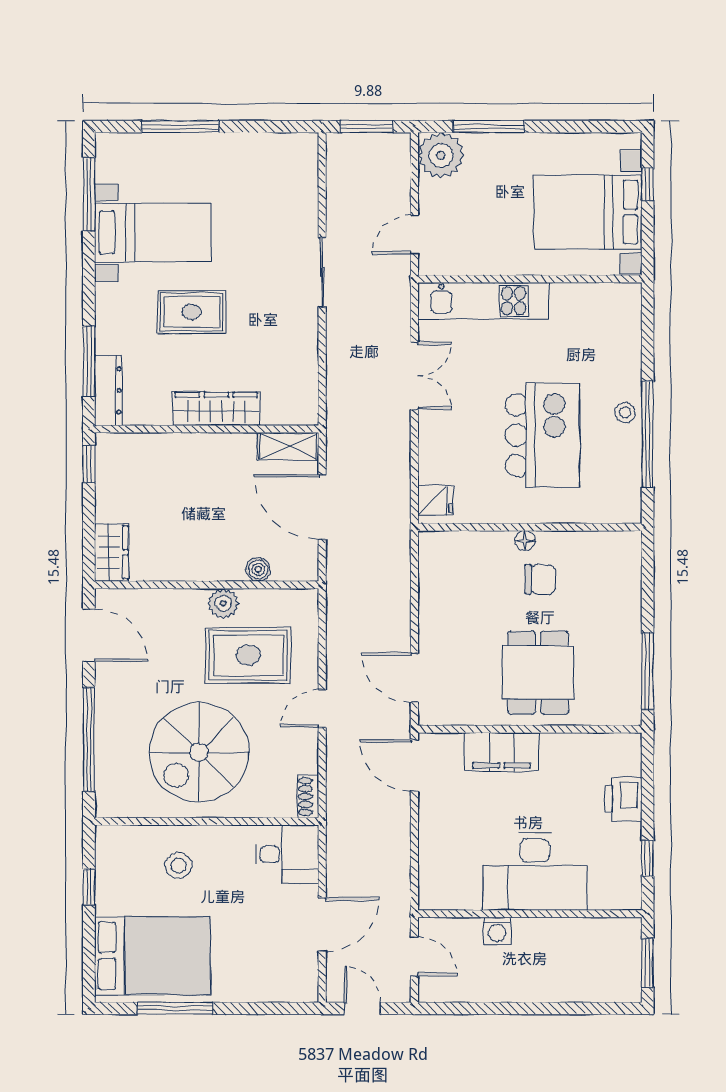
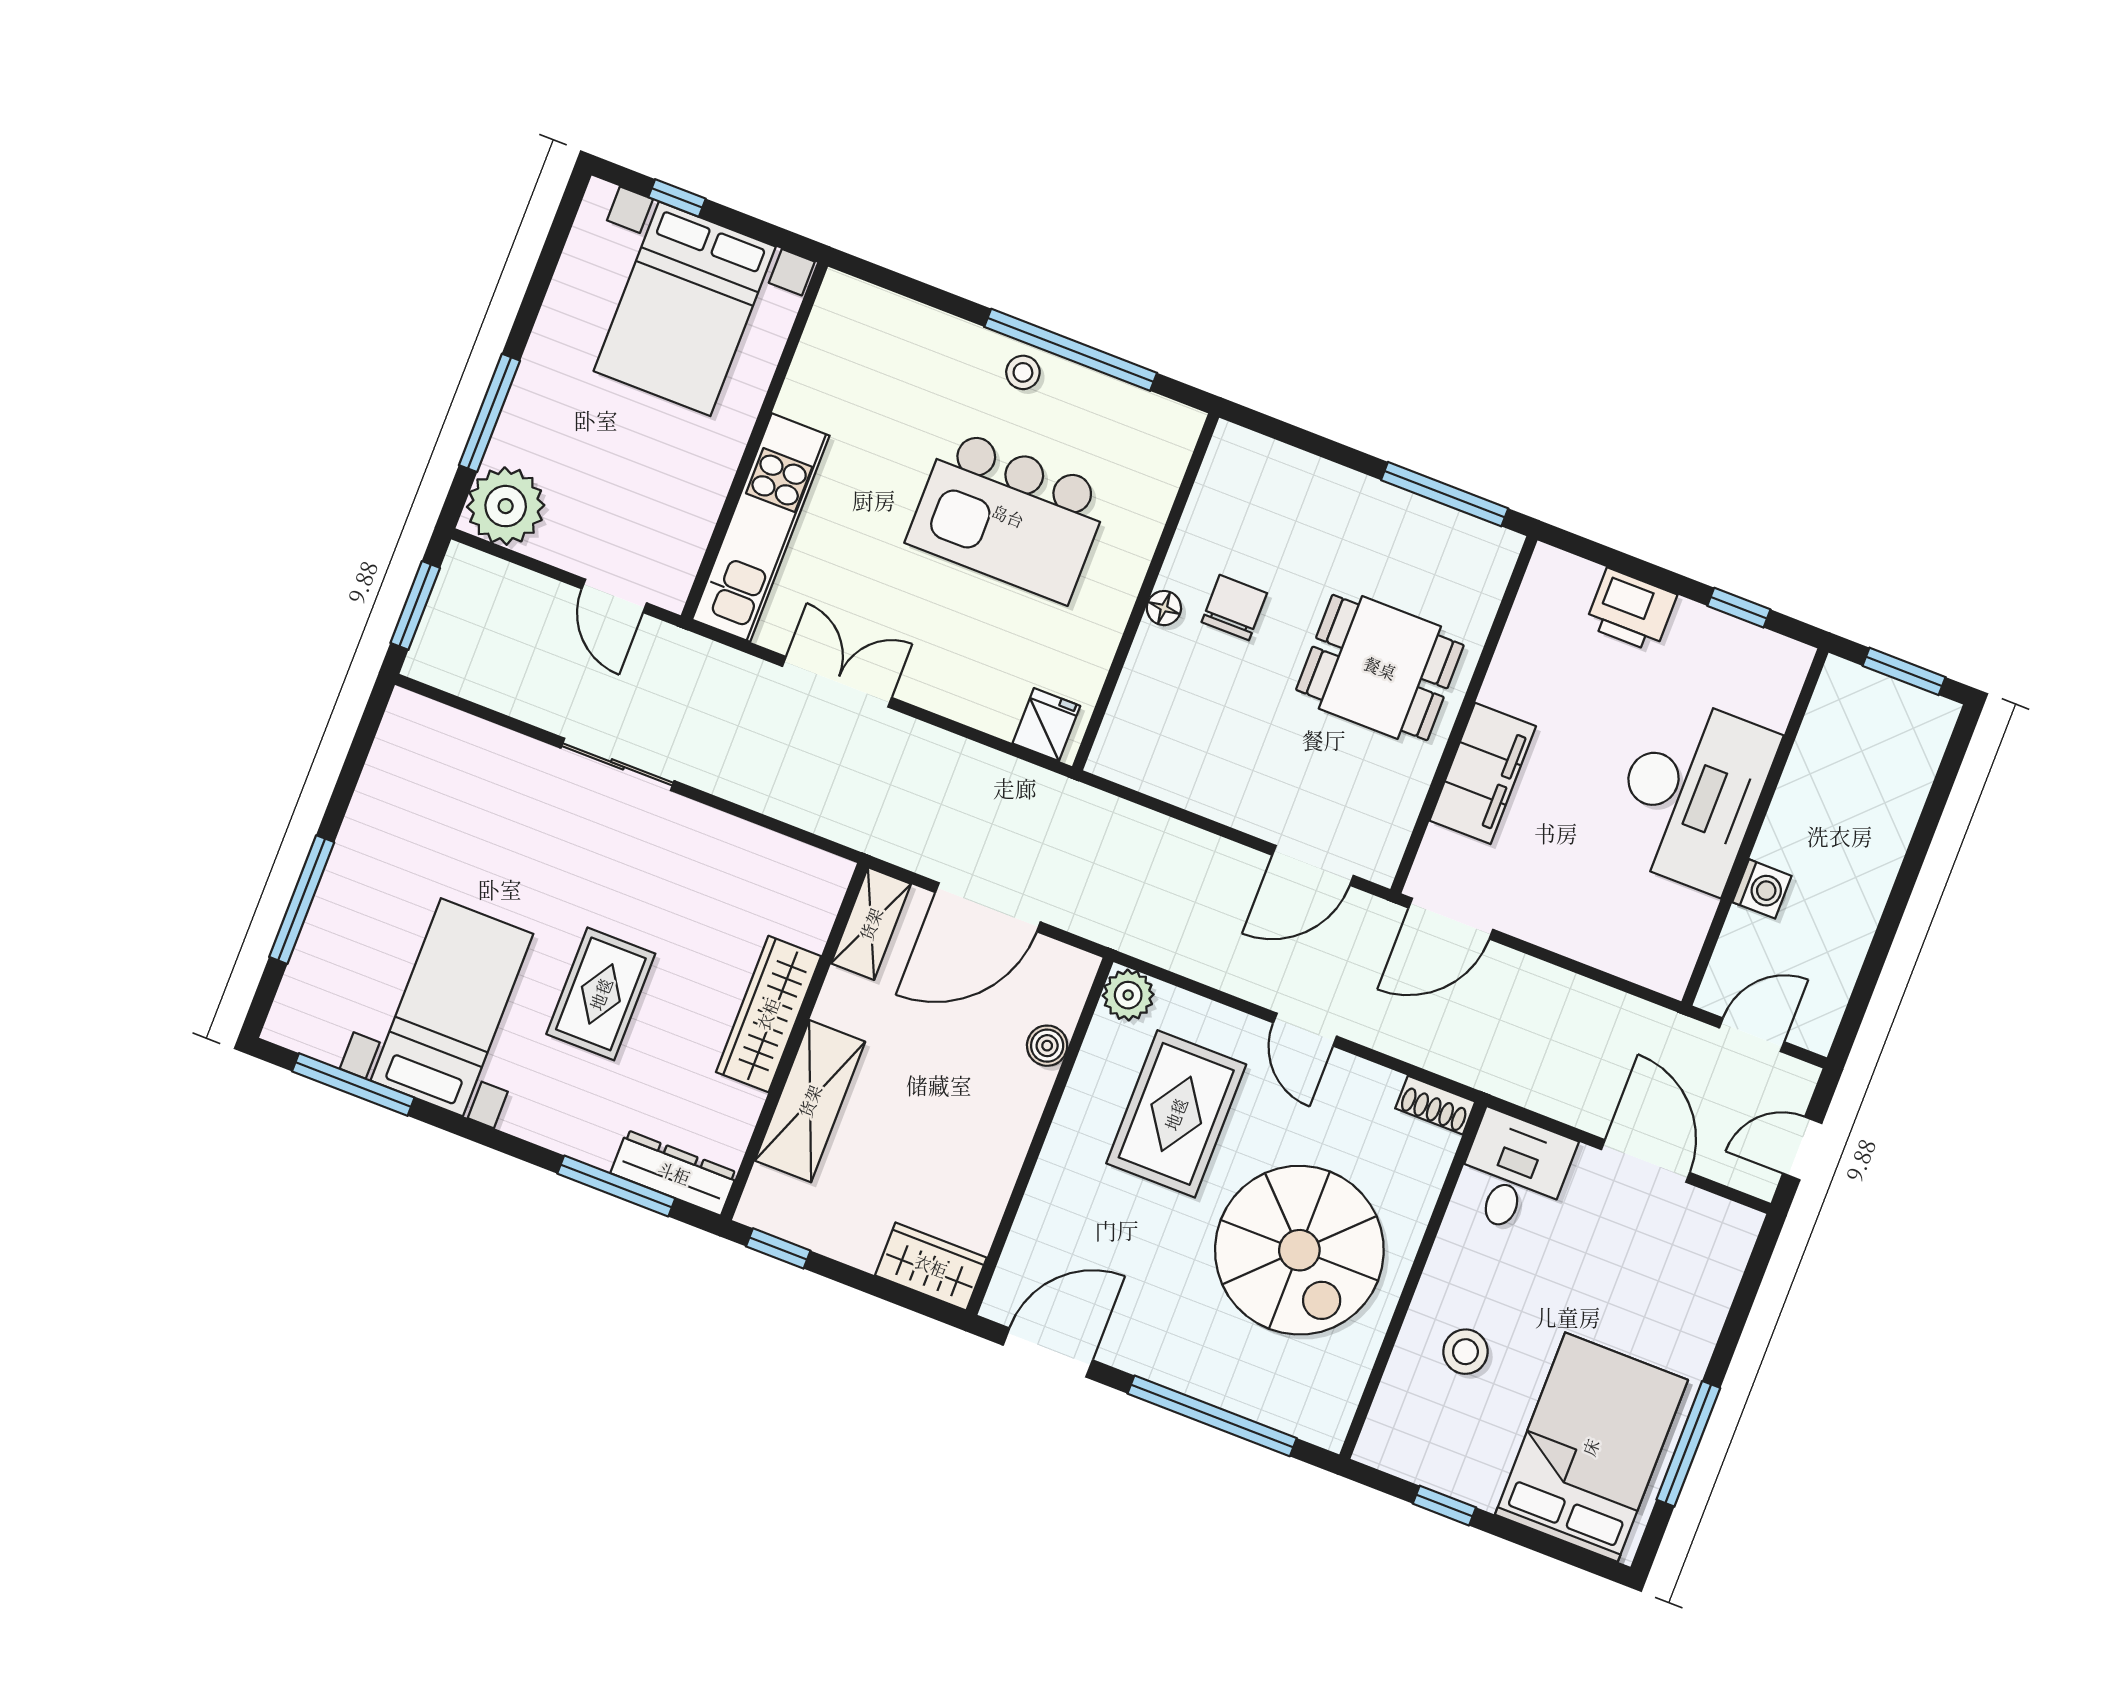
kitchen island: (542, 435) -> (1008, 516), turned 180
shelving: (177, 450) -> (810, 1101), added
plant: (223, 603) -> (1128, 995), moved

